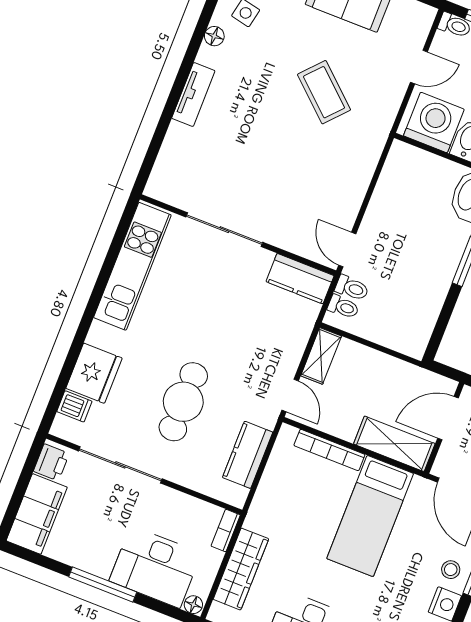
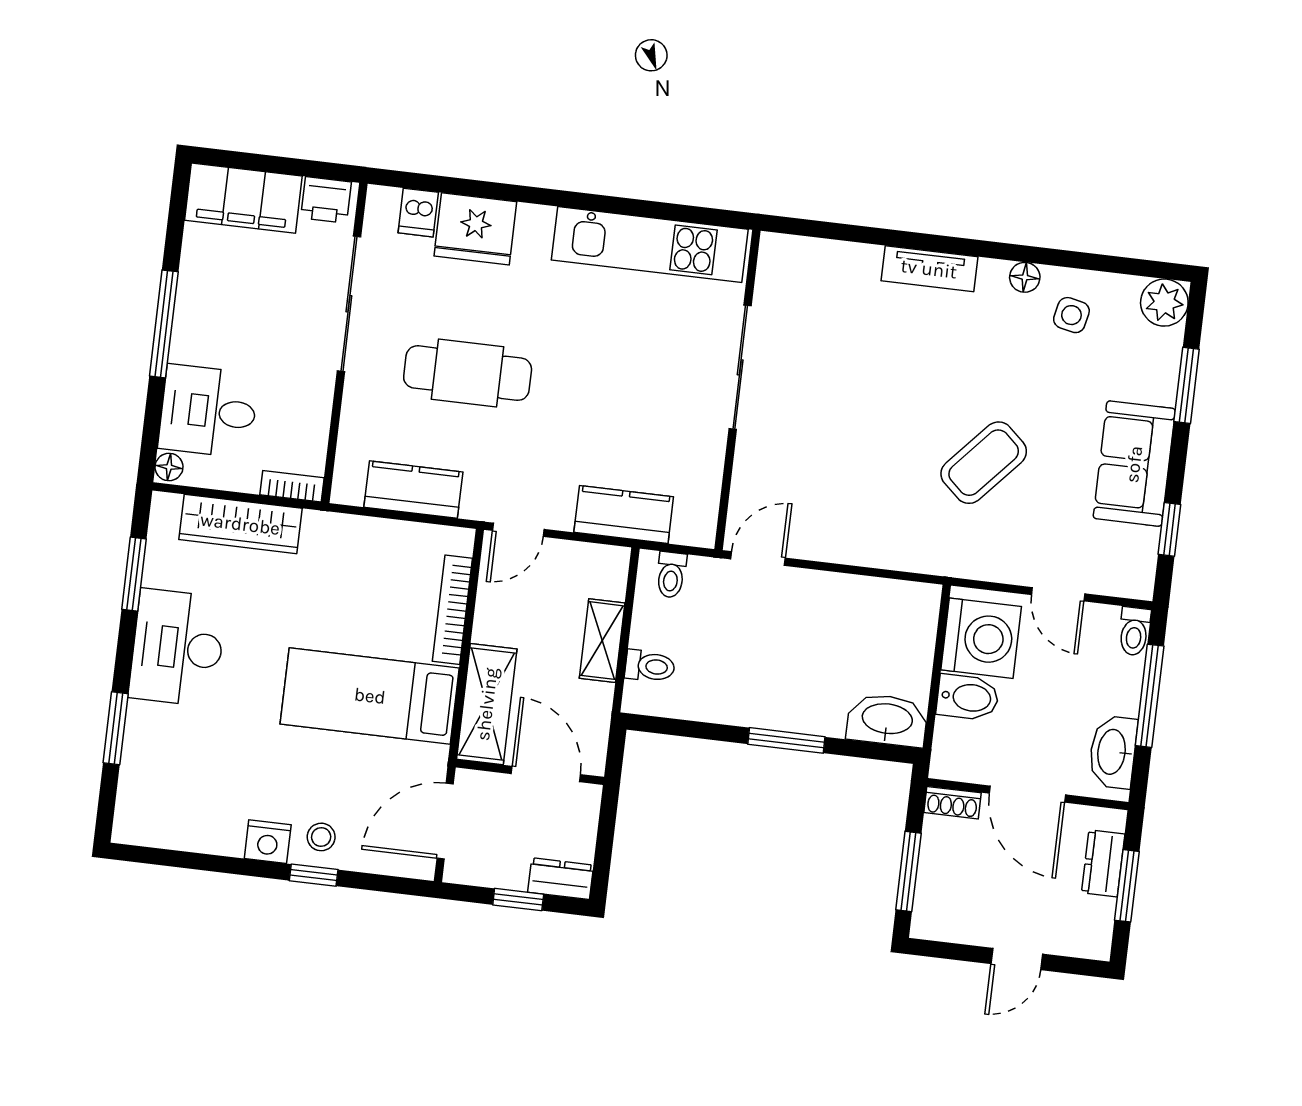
kitchen counter: (300, 279) -> (624, 514), moved, turned 90
toilet: (352, 288) -> (650, 666), moved, turned -90
shelving: (321, 356) -> (602, 641), moved, turned 90
desk: (155, 567) -> (208, 411), width x0.73

